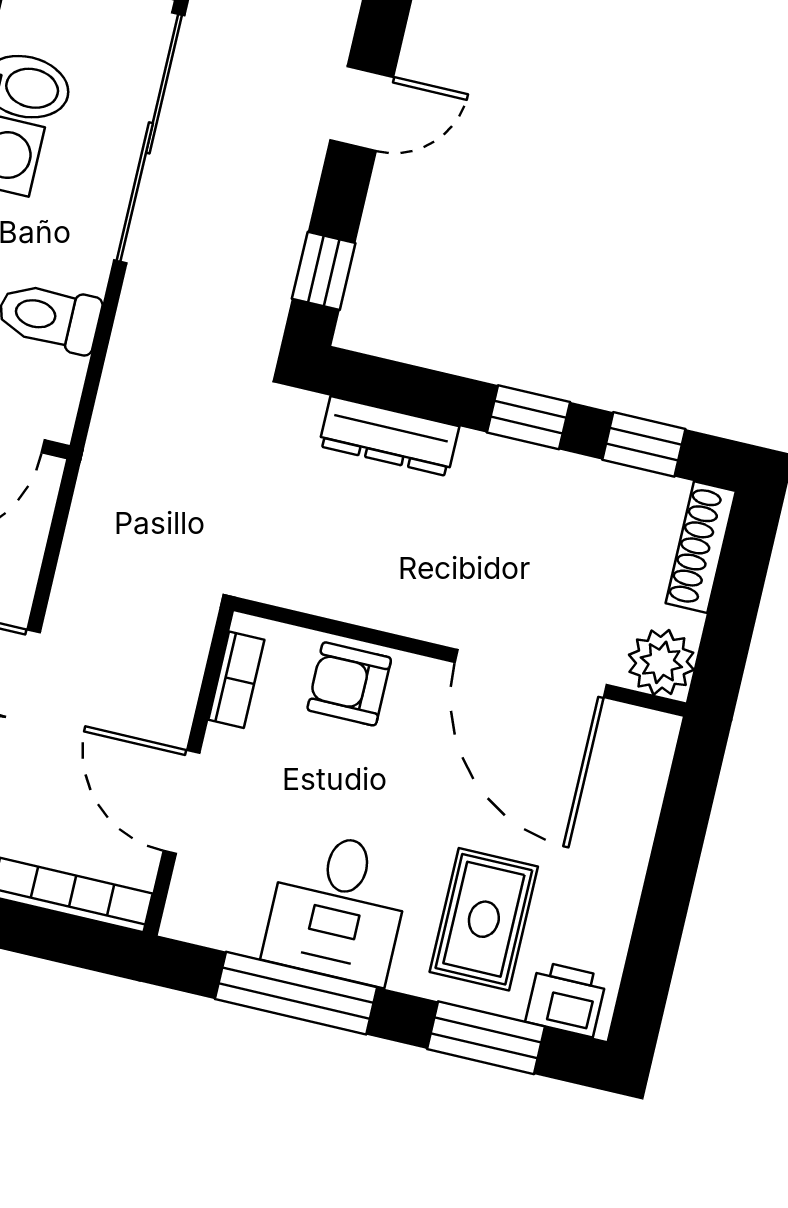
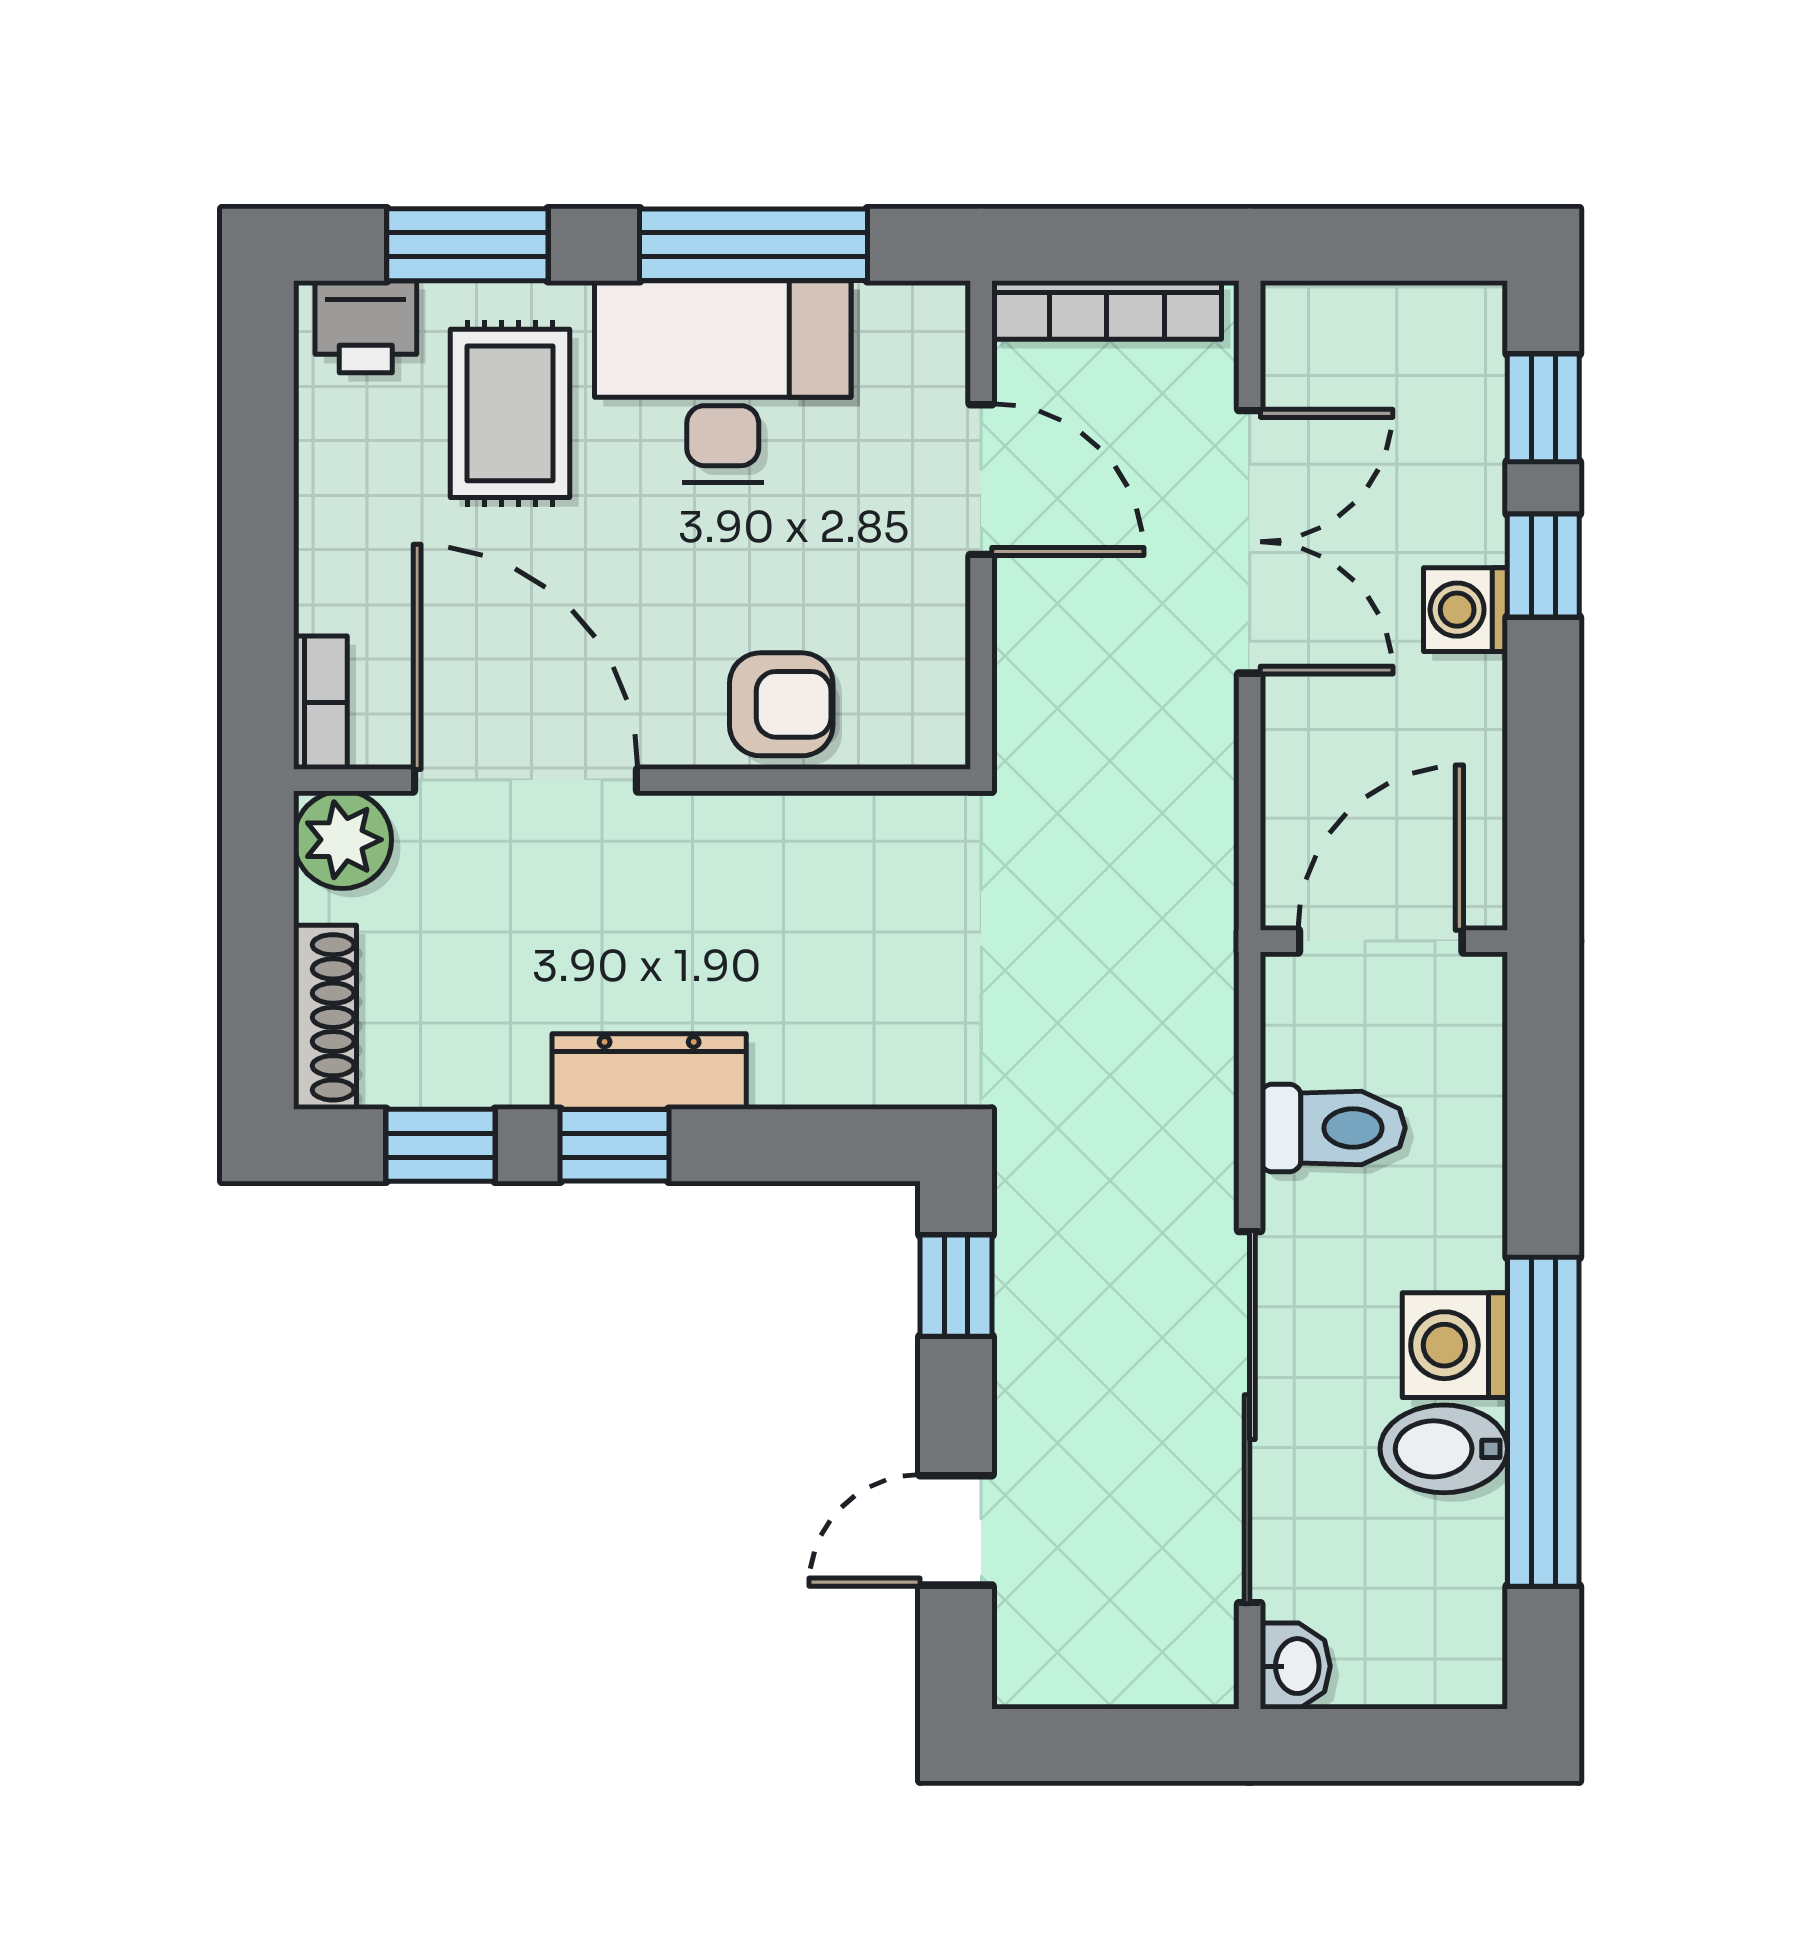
dresser: (389, 436) -> (649, 1072), moved
bookcase: (236, 680) -> (320, 703), moved, turned 180
desk: (338, 907) -> (723, 381), width x1.37

